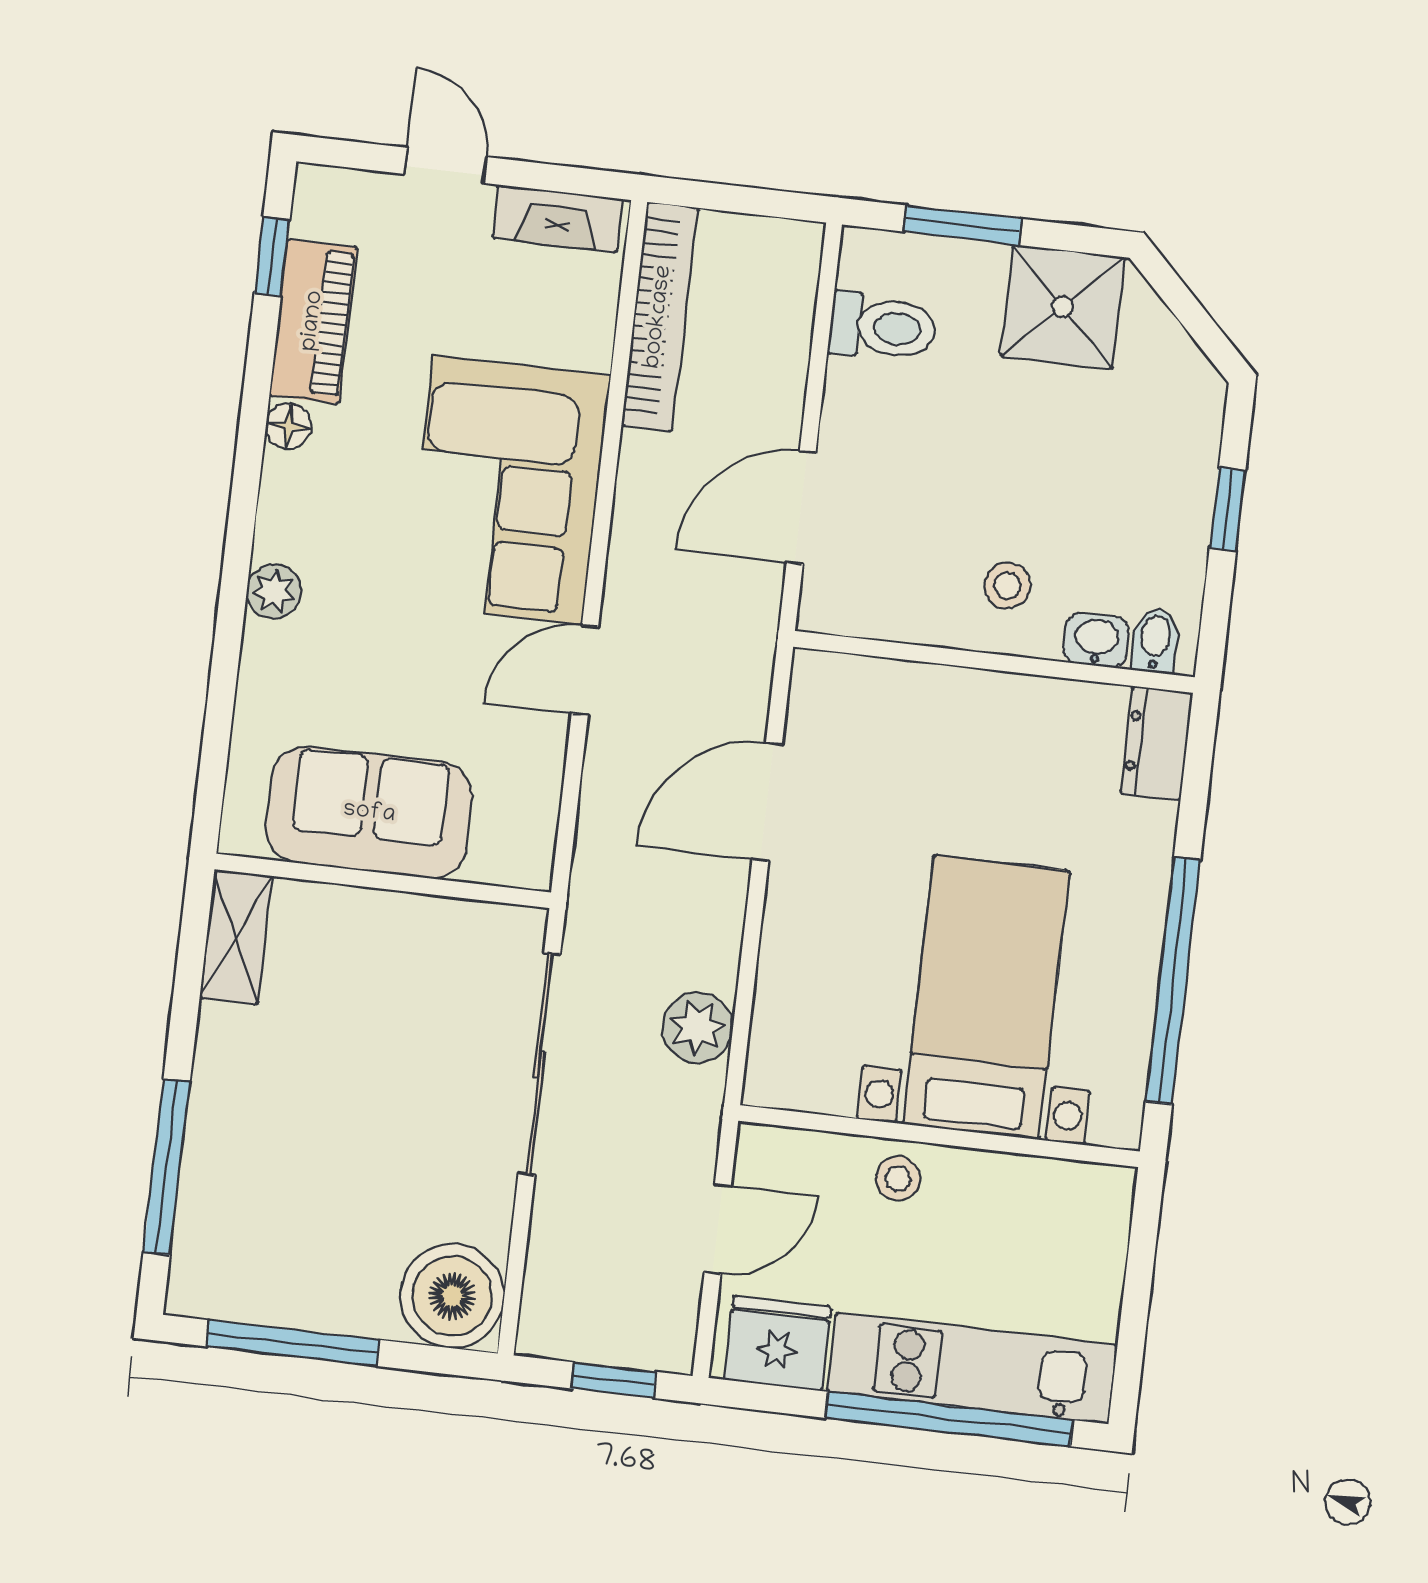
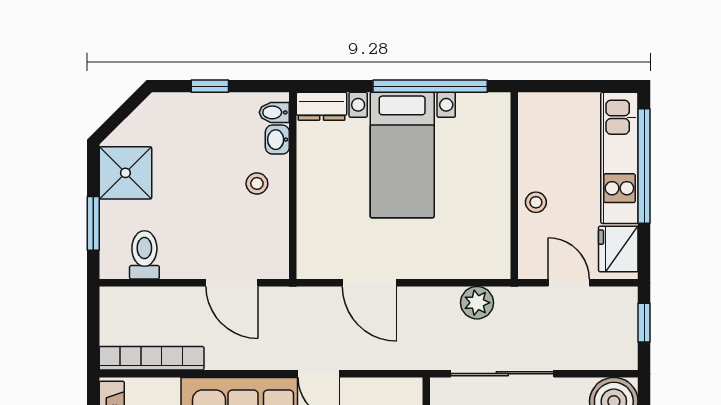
bed with nightstands: (986, 997) -> (402, 155), moved, turned -90

